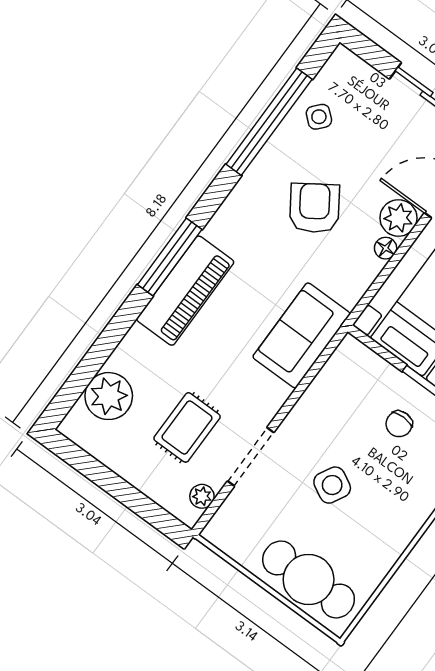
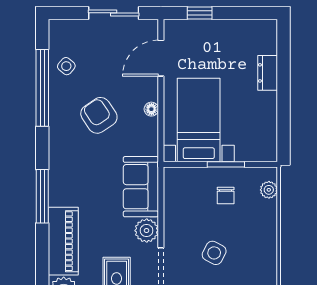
plant: (398, 218) -> (147, 231), moved
piano: (185, 291) -> (63, 241), moved

